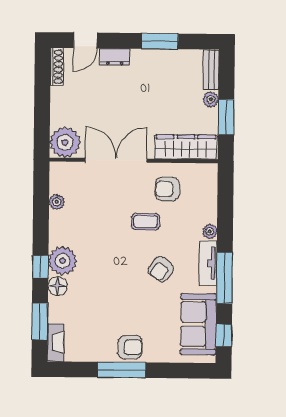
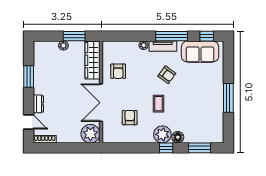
bench: (211, 70) -> (46, 45), removed
plant: (57, 202) -> (127, 138), removed
coffee table: (146, 222) -> (159, 104), moved
fireplace: (56, 342) -> (212, 138), removed
armchair: (130, 347) -> (130, 118), moved

